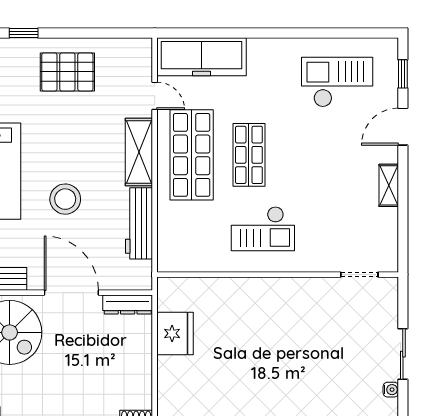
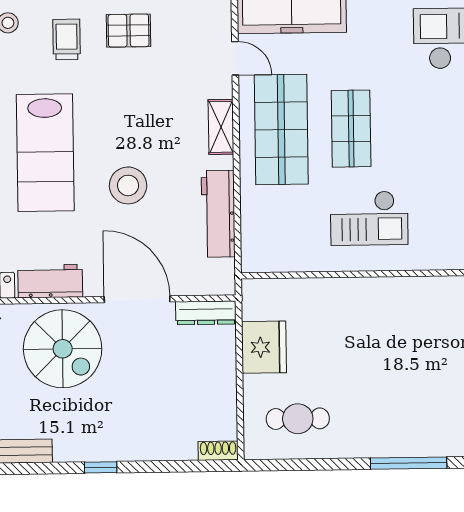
pallet: (67, 72) -> (129, 31), width x0.67, depth x0.71
trolley: (16, 78) -> (67, 39), added
shelving: (139, 152) -> (221, 127), width x0.67, depth x0.75
cafe table: (202, 393) -> (298, 419), added

